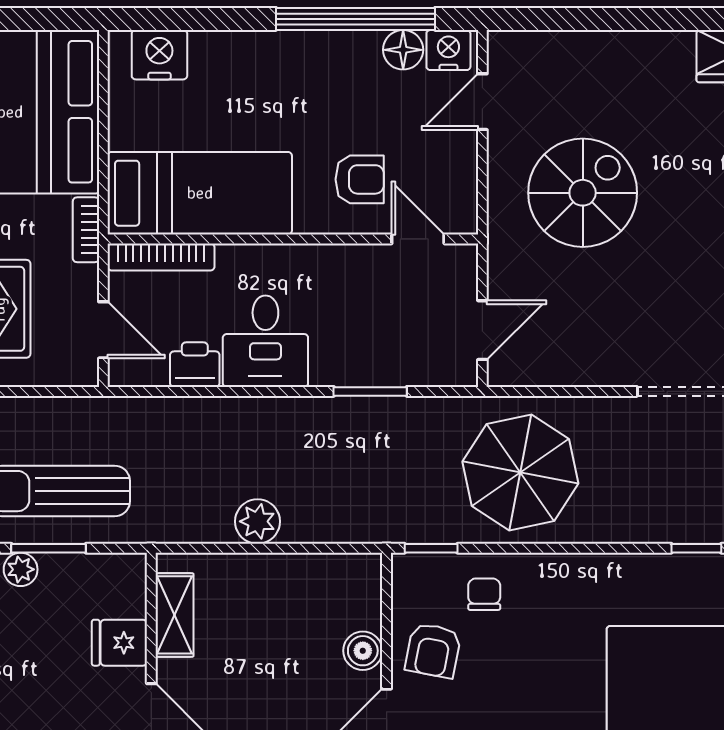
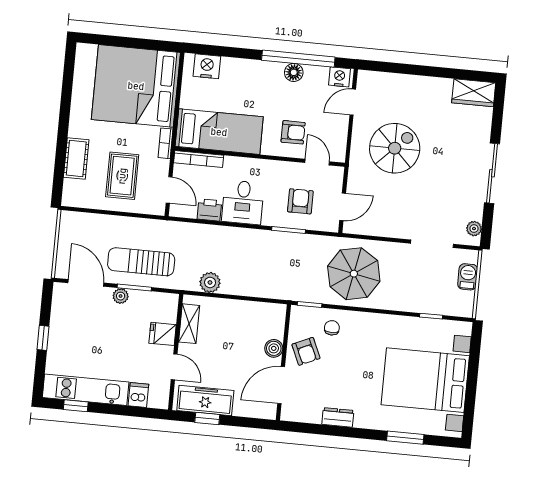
floor lamp: (403, 50) -> (294, 72), moved
armchair: (390, 327) -> (300, 201), added
plant: (257, 521) -> (210, 282), moved
armchair: (433, 650) -> (306, 351), turned -35

